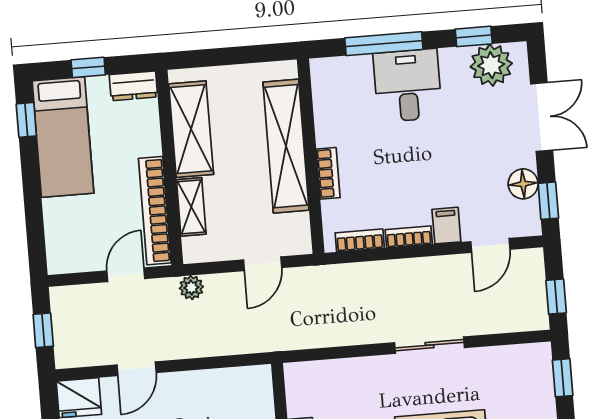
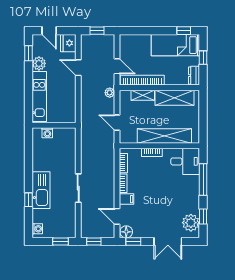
desk: (408, 85) -> (185, 161), moved
floor lamp: (523, 184) -> (126, 232), moved

